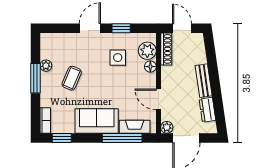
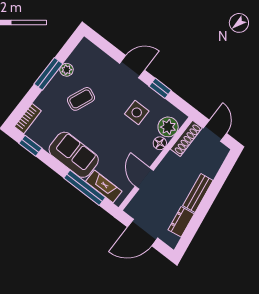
plant: (167, 127) -> (132, 209), removed

